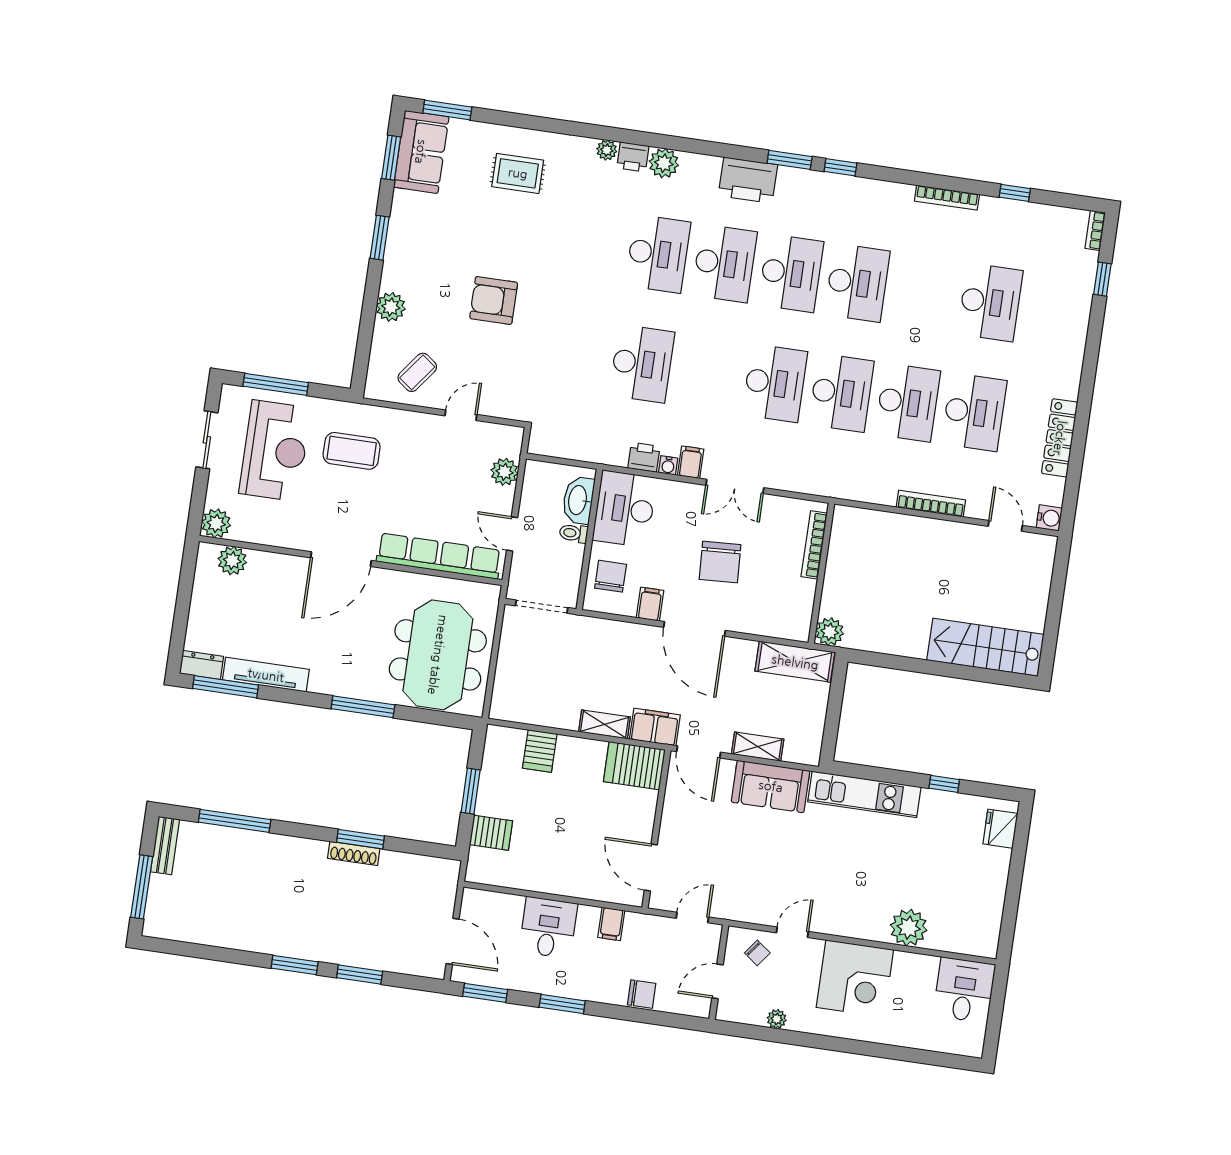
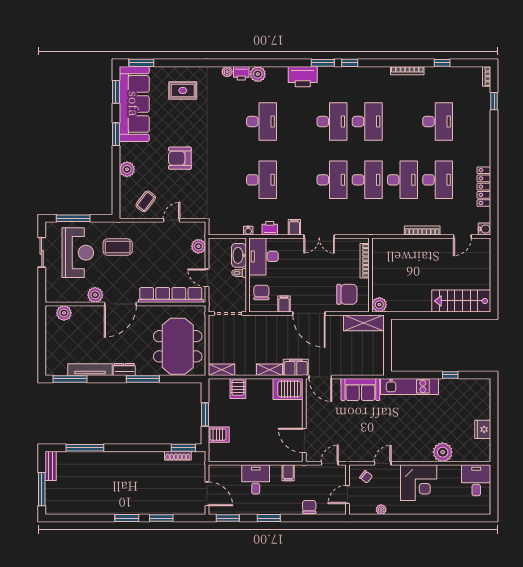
sofa: (421, 152) -> (134, 104), width x1.85, depth x1.27
desk: (724, 263) -> (297, 122), removed
water cooler: (668, 465) -> (248, 231), moved
plant: (216, 523) -> (95, 295), moved
door: (1005, 526) -> (462, 236), swing flipped
chair: (720, 562) -> (347, 294), moved, turned -87
dresser: (201, 665) -> (124, 369), moved
shelving: (758, 747) -> (221, 370), moved
fridge: (1000, 829) -> (483, 429), moved
window: (361, 839) -> (183, 448), moved
shoe rack: (354, 853) -> (178, 456), moved
chair: (642, 994) -> (309, 507), turned -90

